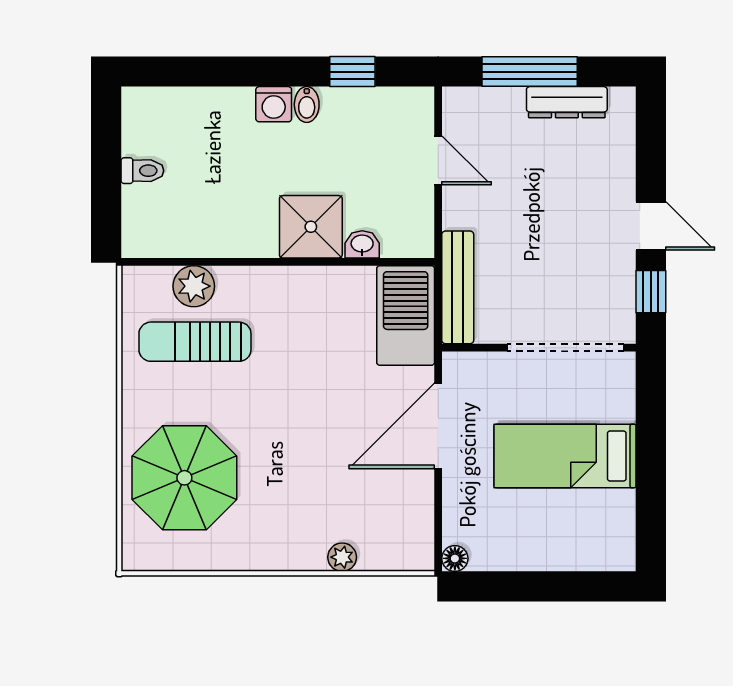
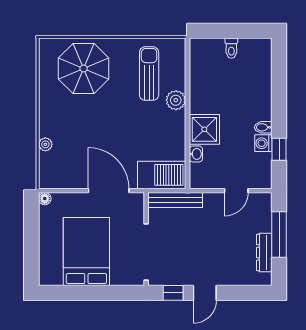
washing machine: (274, 104) -> (263, 143), moved
plant: (194, 286) -> (176, 100), moved
bed: (565, 456) -> (86, 252), width x1.50

